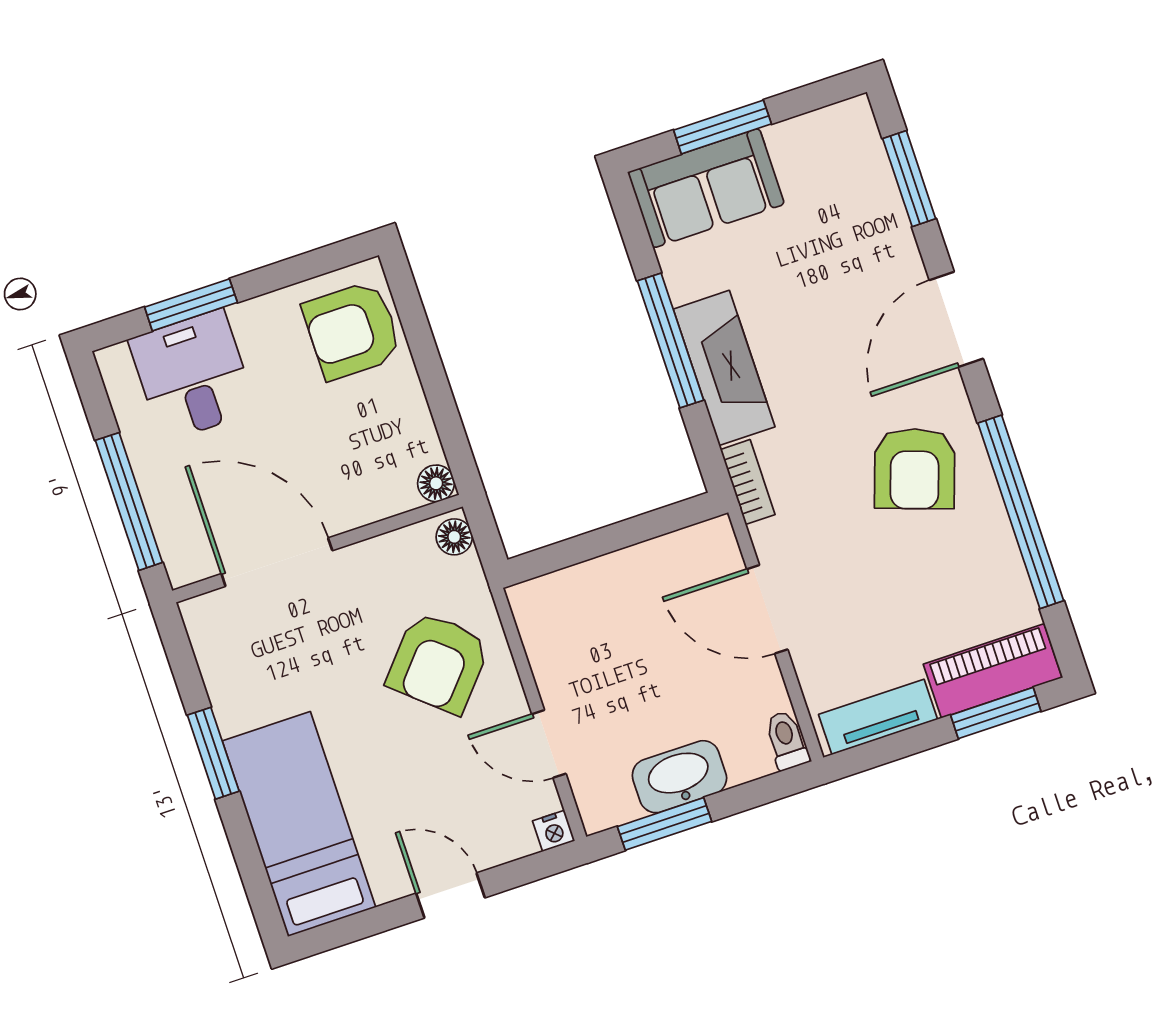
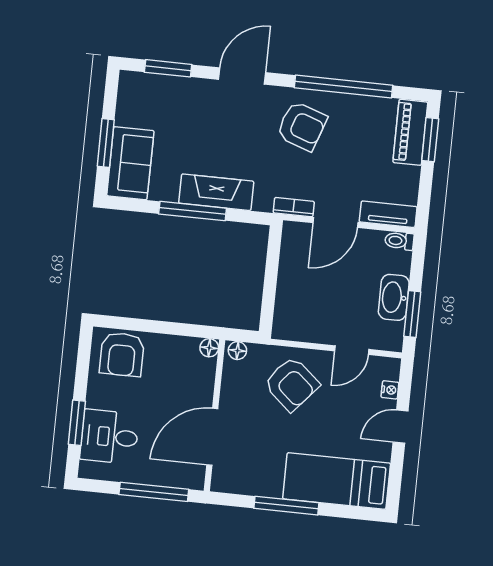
door: (956, 319) -> (242, 76), swing flipped
bookcase: (748, 482) -> (294, 207), moved
tv unit: (878, 717) -> (388, 214), moved, turned 90
window: (213, 753) -> (286, 506), width x1.44
nightstand: (554, 831) -> (390, 390), moved

